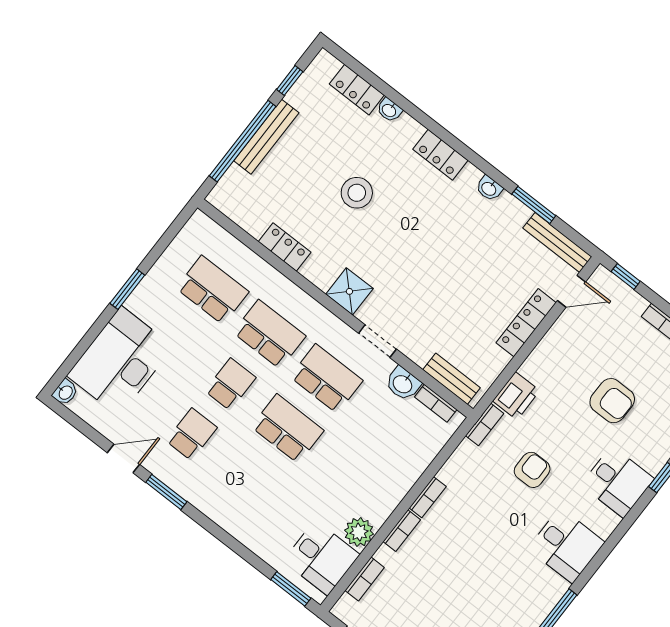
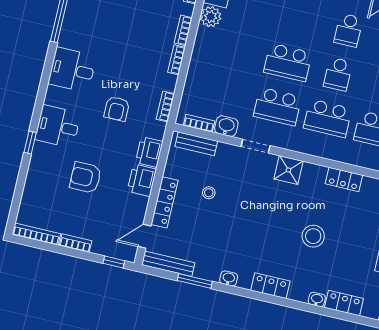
stool: (464, 309) -> (209, 193), added
printer: (542, 364) -> (142, 180), added
bookcase: (485, 425) -> (165, 106), moved

